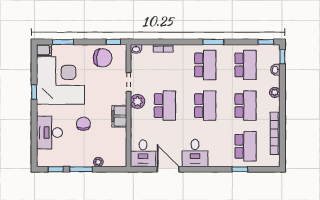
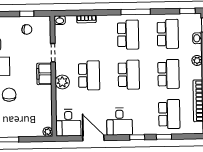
window: (113, 42) -> (27, 14), moved
window: (213, 42) -> (136, 12), width x1.44
chair: (103, 58) -> (27, 29), width x0.54, depth x0.54
plant: (138, 101) -> (62, 82), moved
filing cabinet: (119, 116) -> (44, 74), moved
plant: (98, 162) -> (48, 132), moved
window: (213, 169) -> (137, 137), added

